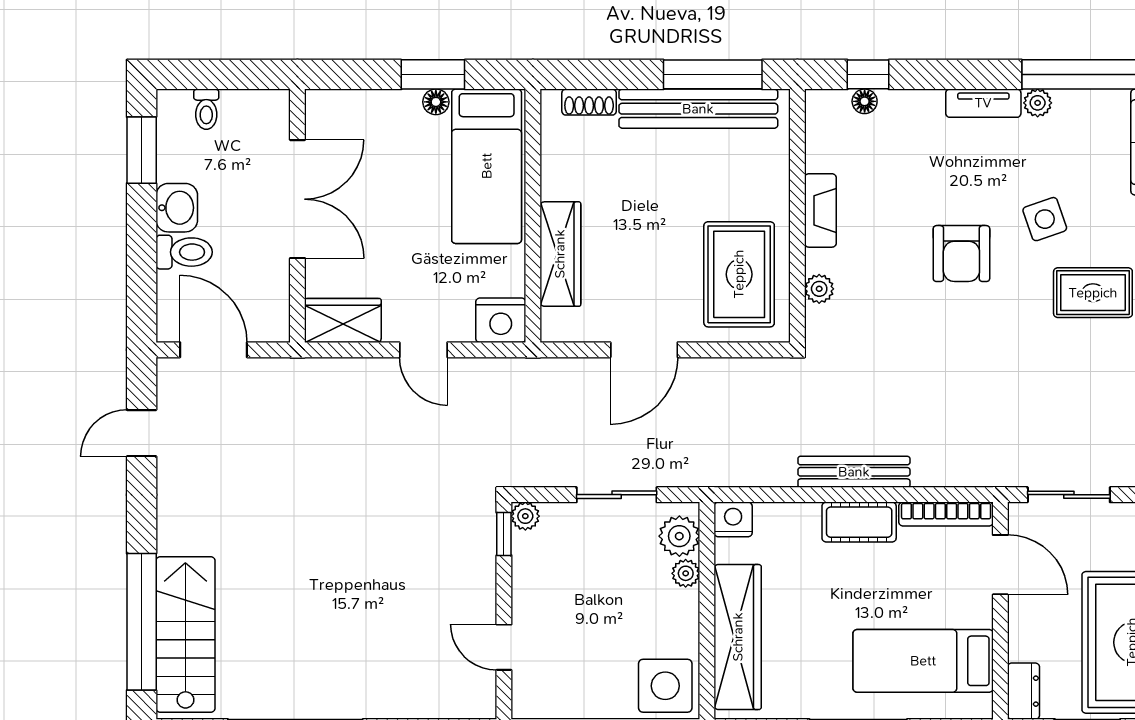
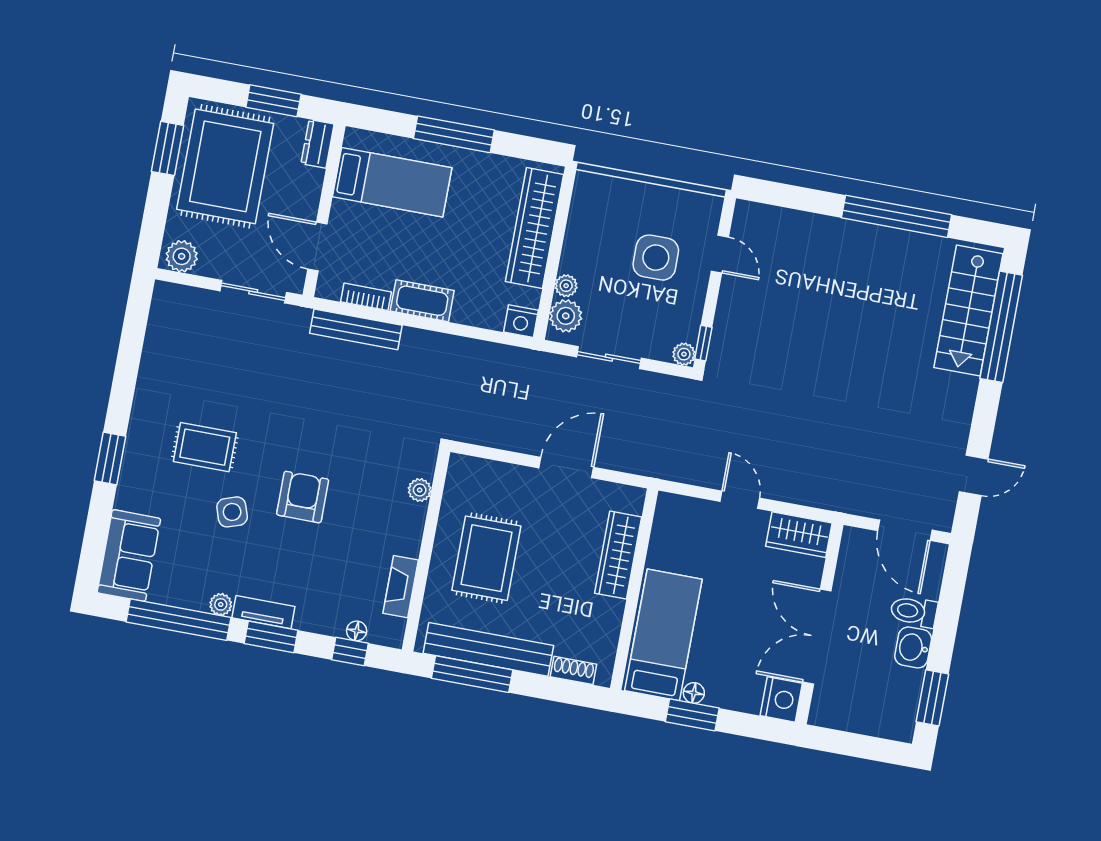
window: (968, 74) -> (271, 637), added
toilet: (206, 109) -> (876, 721), removed
fireplace: (820, 210) -> (401, 587), moved
rug: (739, 274) -> (486, 558), moved
nightstand: (501, 320) -> (781, 699), moved, turned 90
bench: (854, 472) -> (356, 329), moved
bookcase: (946, 514) -> (366, 297), width x0.64
side table: (665, 686) -> (656, 258), moved

